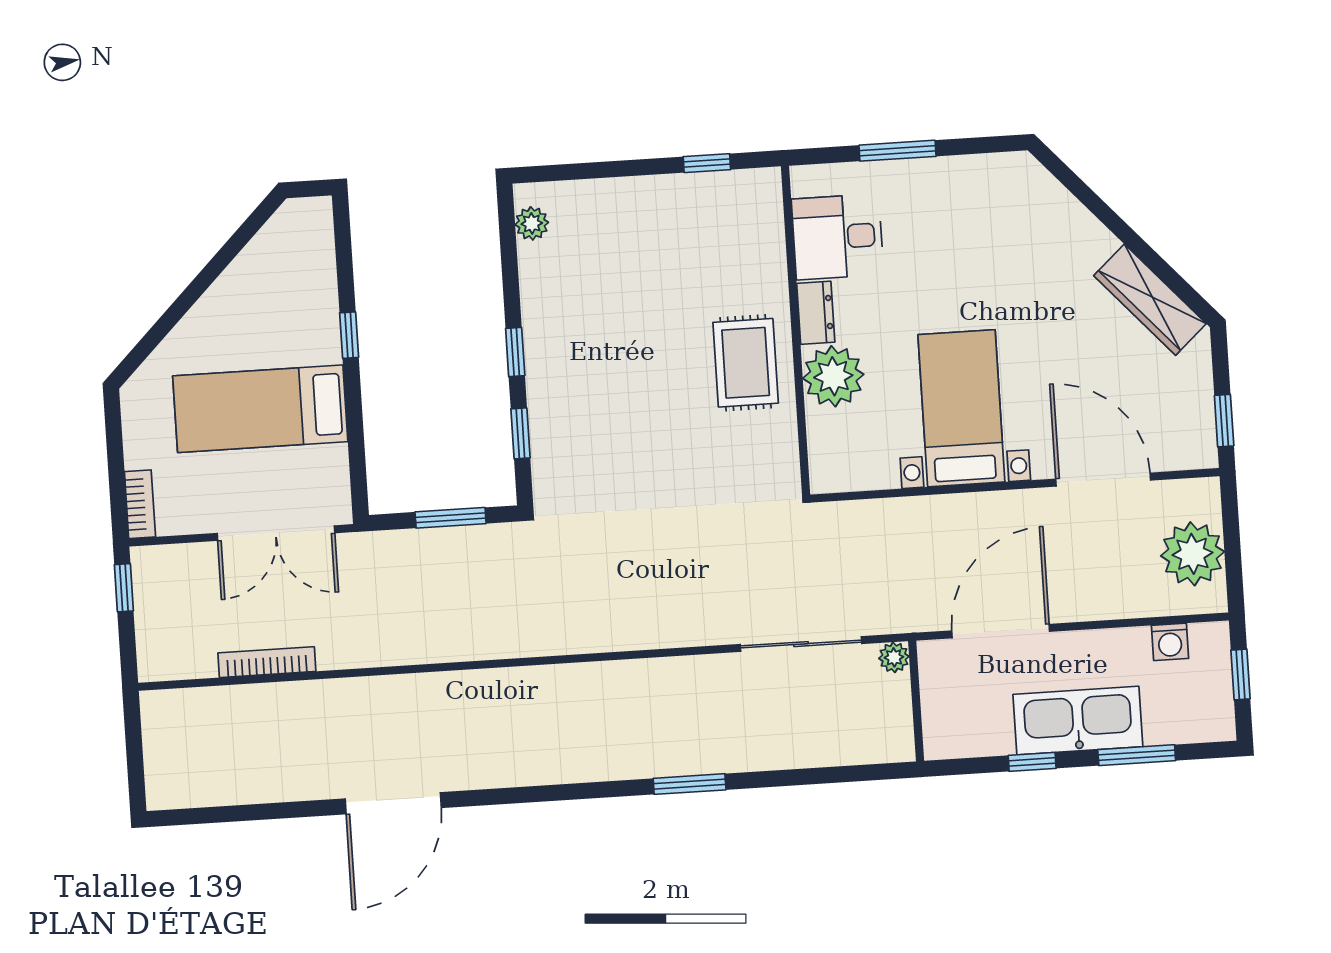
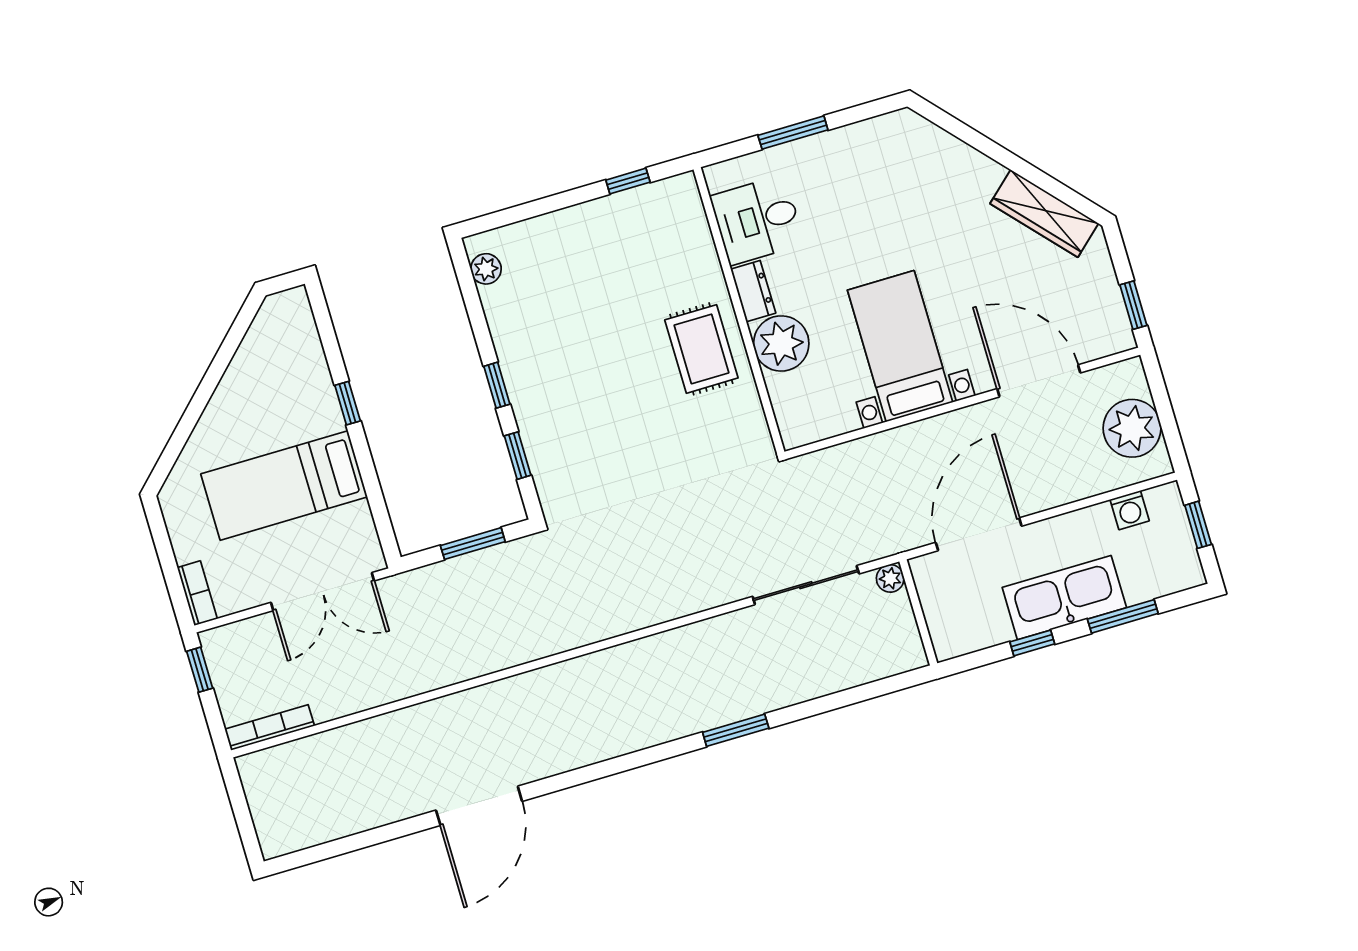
bookcase: (267, 662) -> (270, 728), moved

